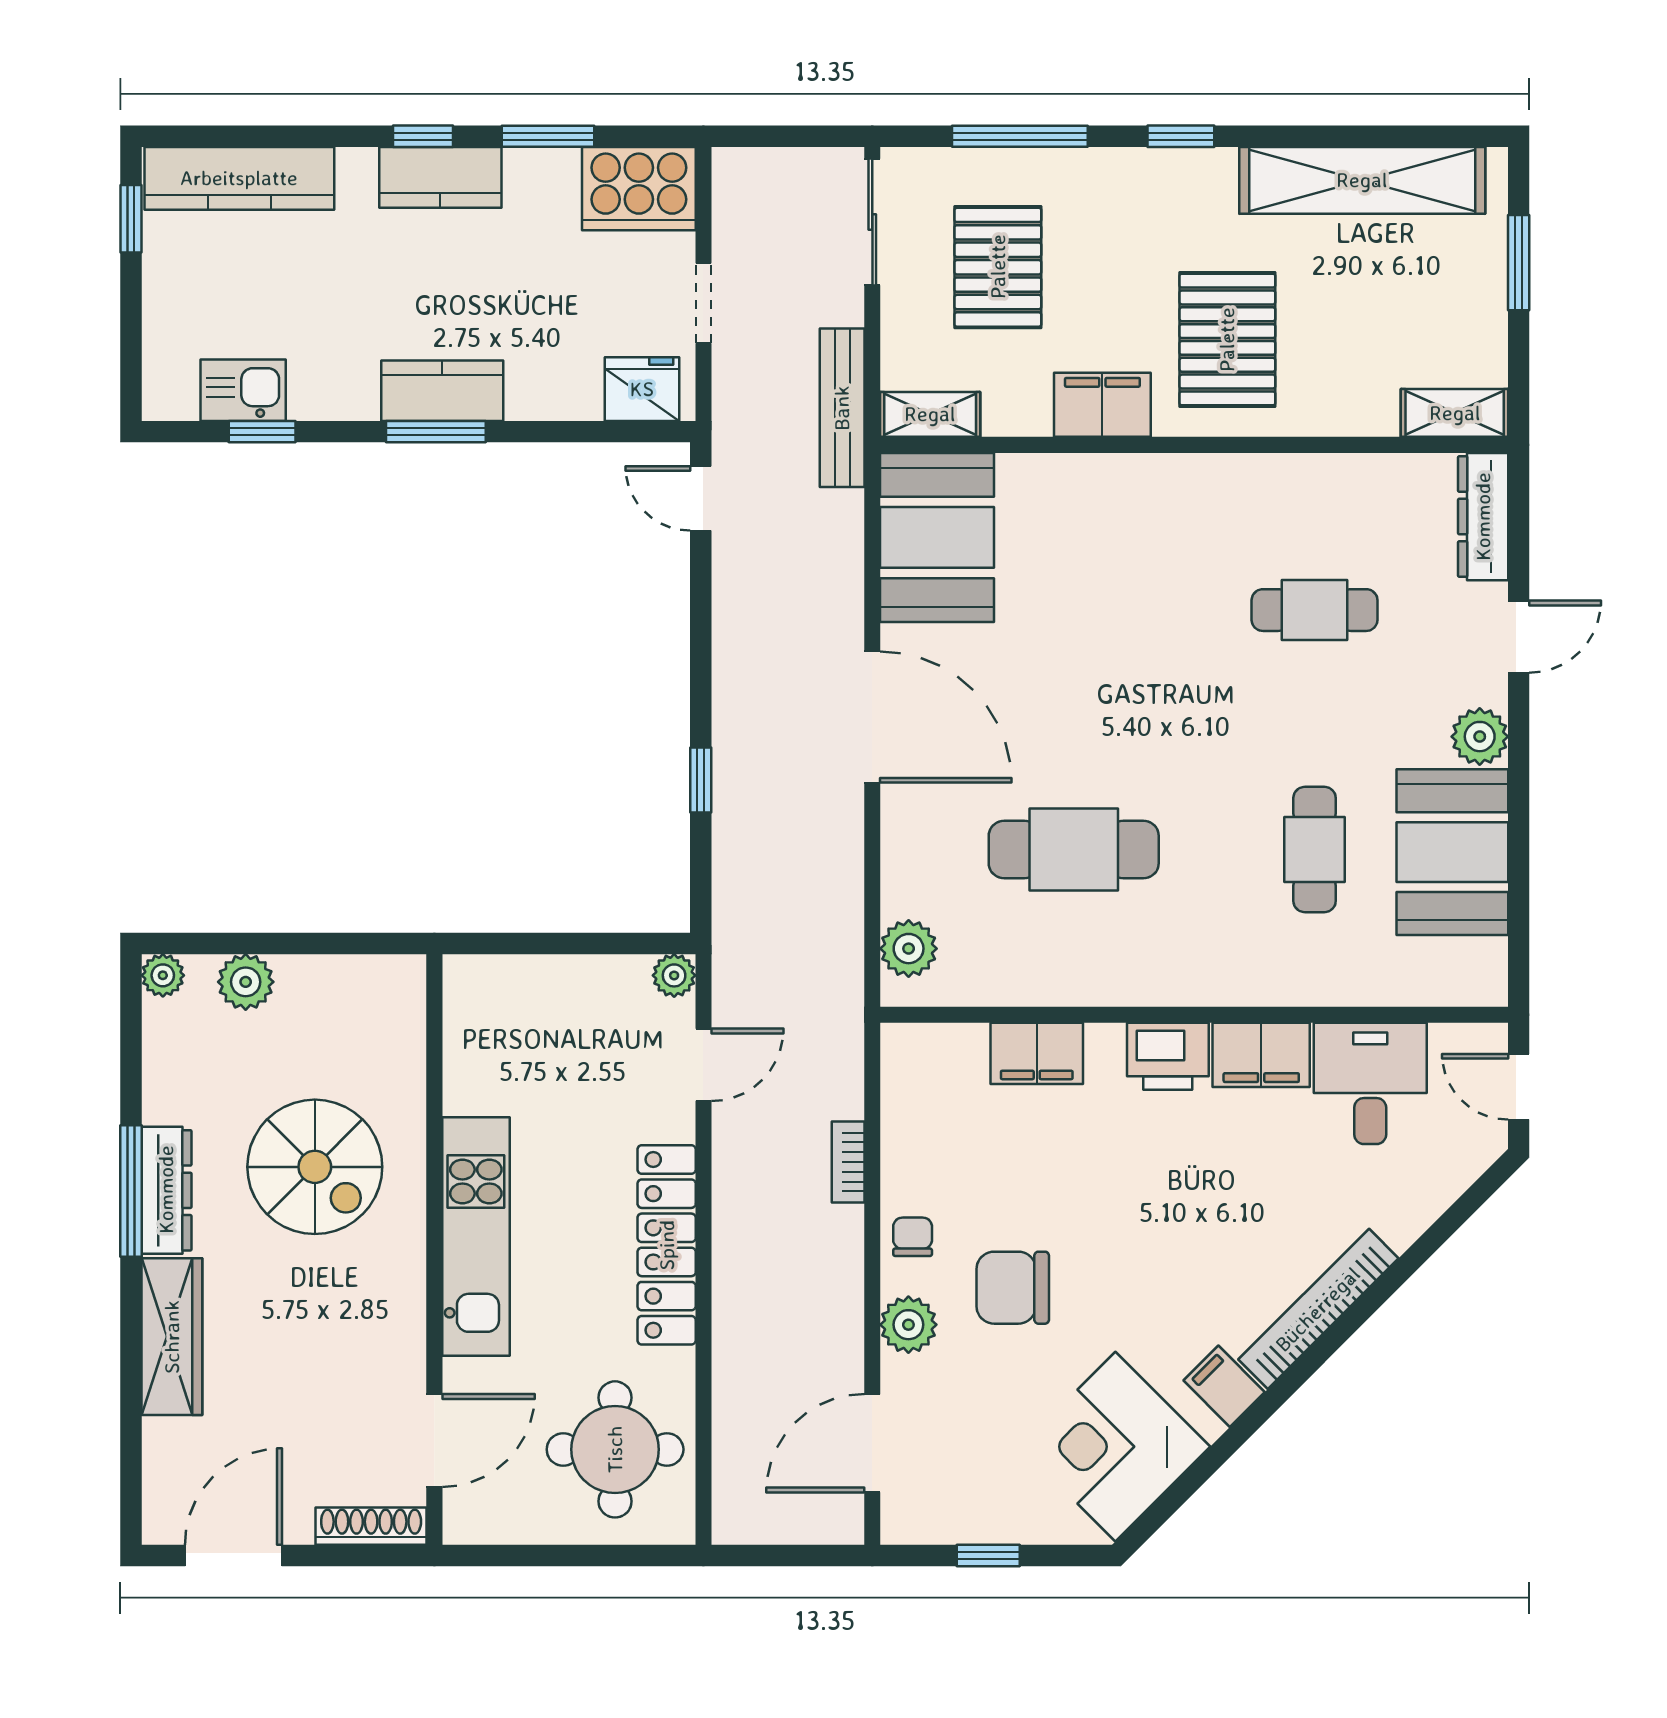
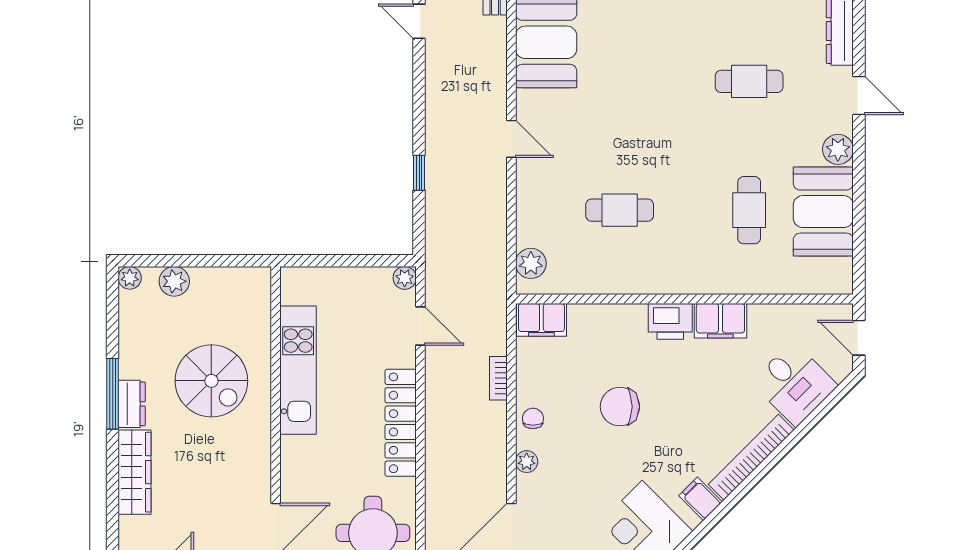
door: (1519, 637) -> (859, 96), hinge flipped
door: (872, 717) -> (511, 139), width x0.53
cafe table: (1074, 850) -> (620, 210), width x0.73, depth x0.74
filing cabinet: (1037, 1053) -> (541, 320), moved
door: (703, 1065) -> (420, 326), hinge flipped
desk: (1370, 1083) -> (794, 384), moved, turned 135
dresser: (166, 1190) -> (132, 404), width x0.70
kitchen unit: (476, 1236) -> (298, 370), moved
chair: (1013, 1288) -> (620, 407), moved
plant: (908, 1325) -> (527, 462), width x0.73, depth x0.73

